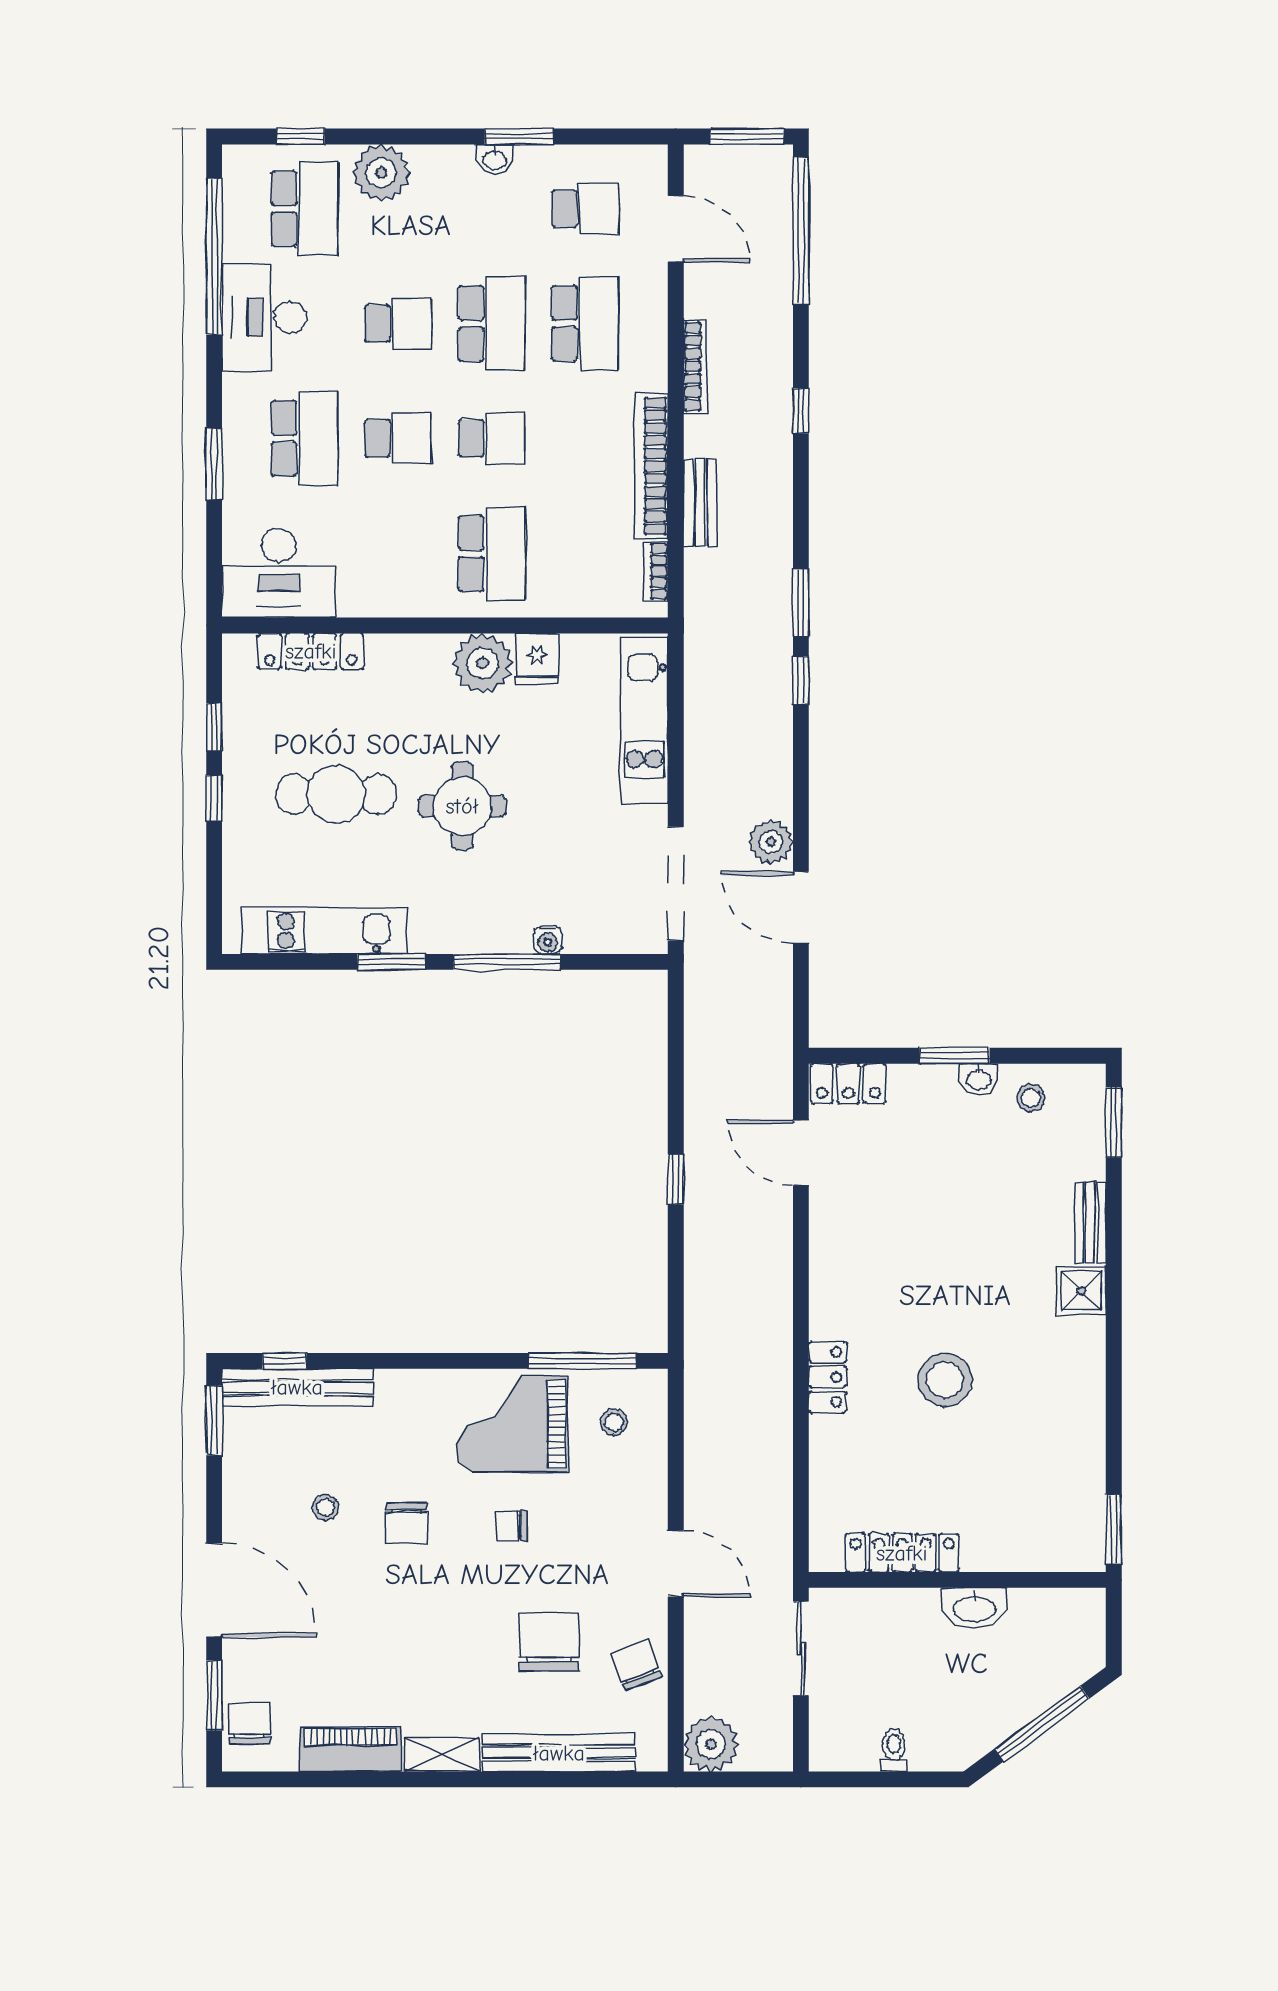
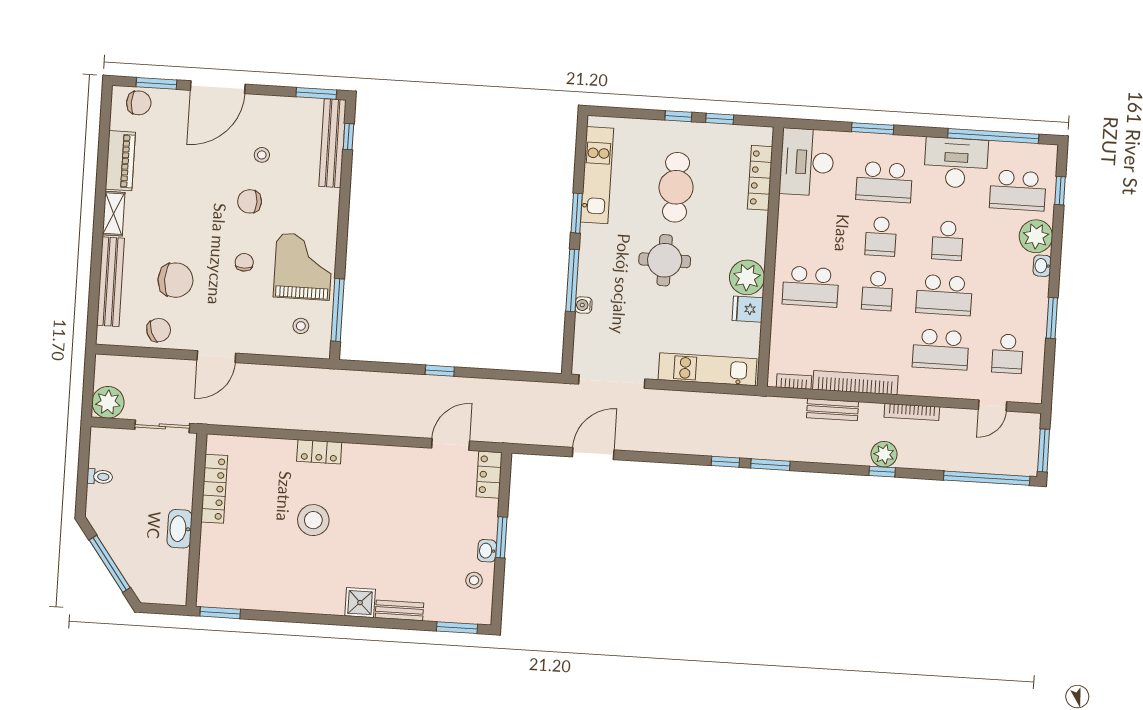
washbasin: (494, 159) -> (1042, 266), moved
door: (676, 229) -> (992, 405), width x0.73
plant: (771, 842) -> (884, 454), moved
plant: (711, 1744) -> (108, 402), moved

